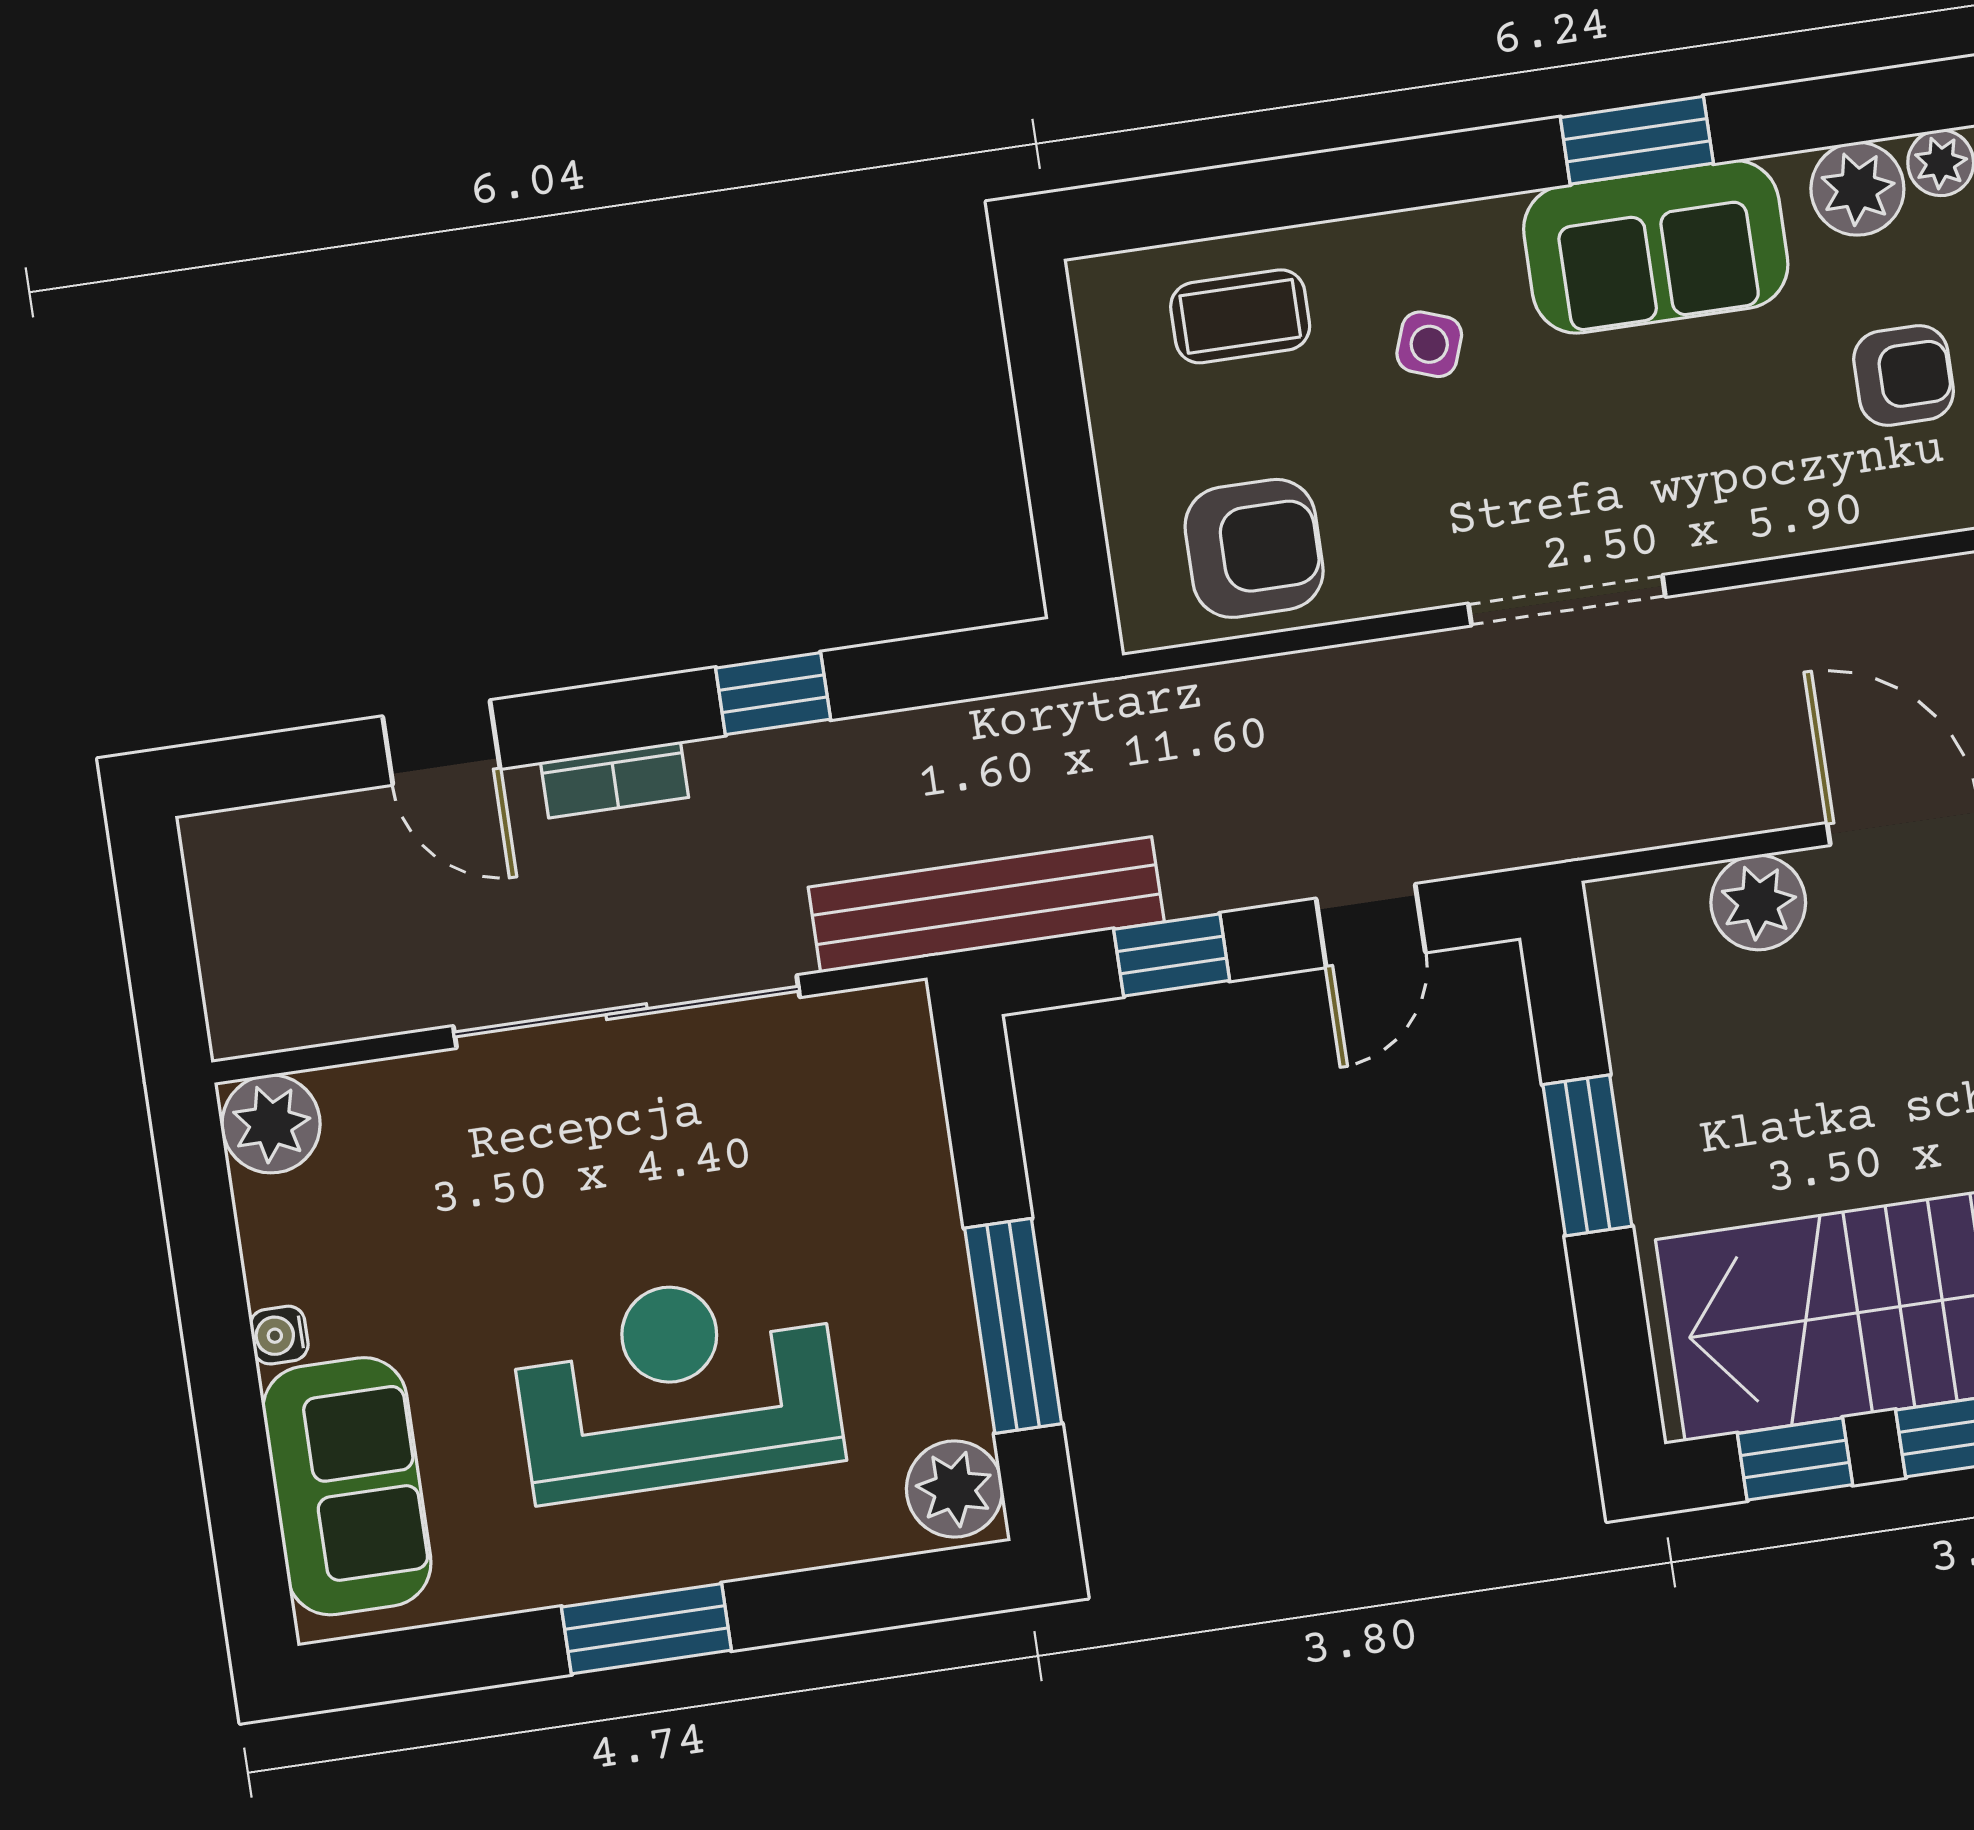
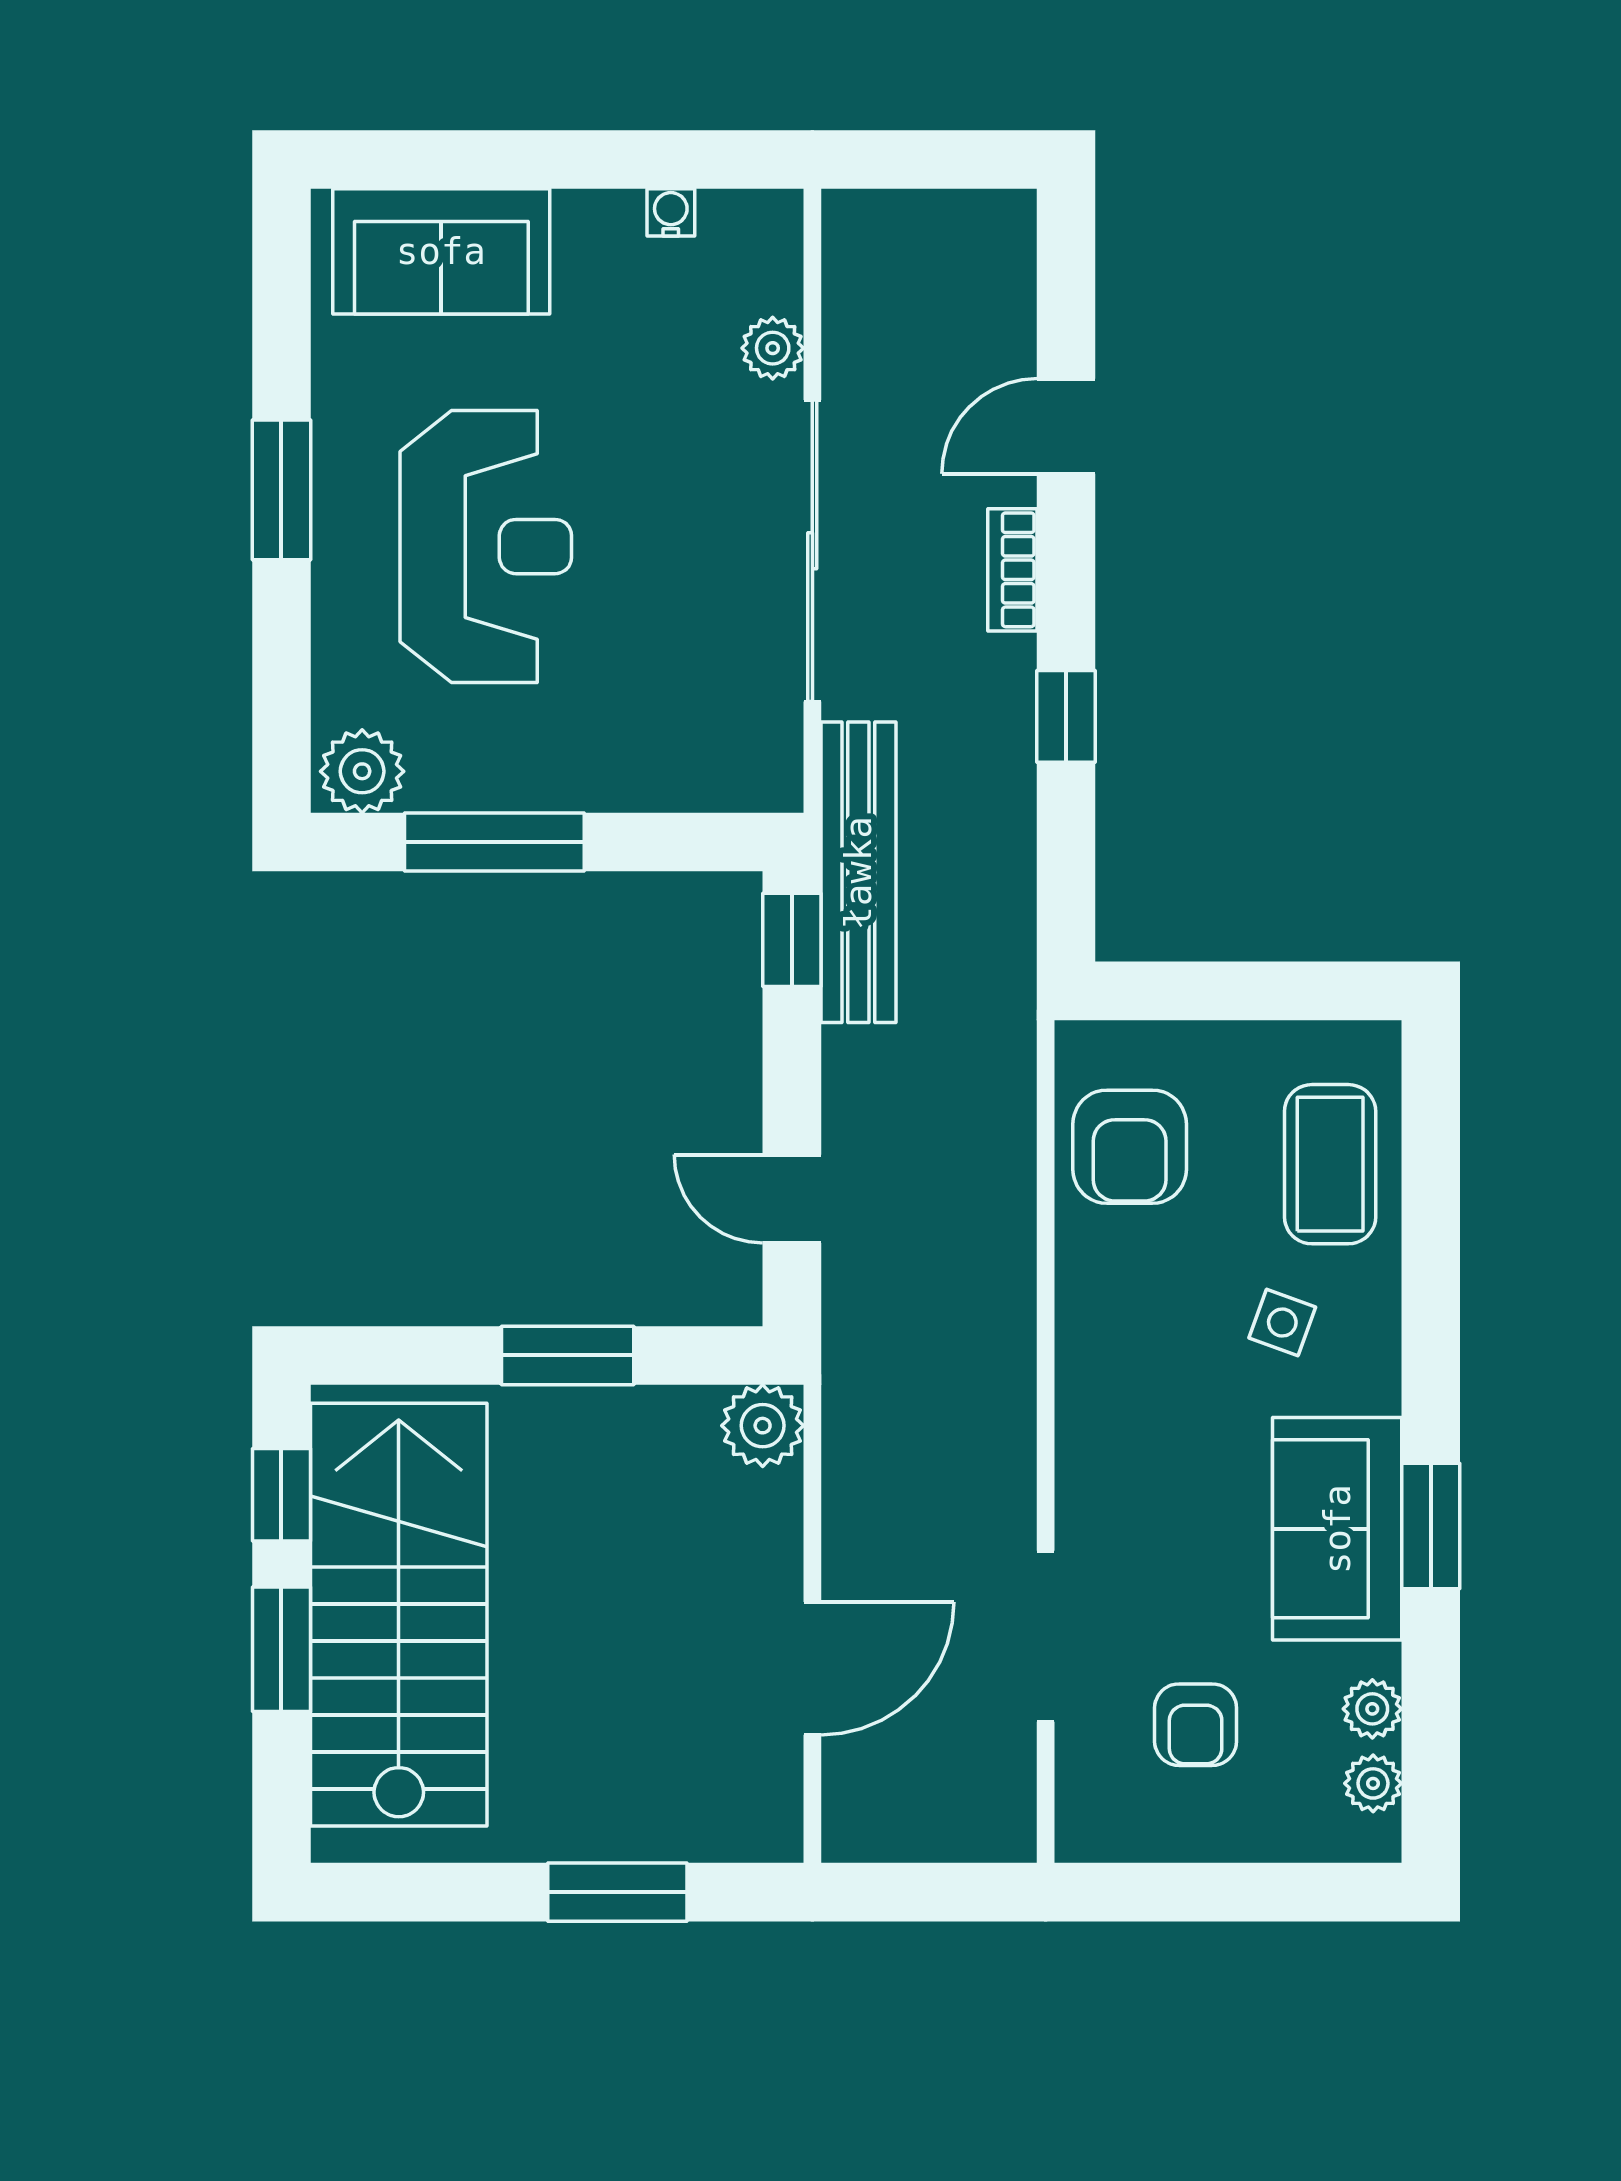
plant: (1857, 189) -> (1372, 1709), width x0.73, depth x0.73
coffee table: (1240, 316) -> (1330, 1164), width x1.36, depth x1.30
doorway: (1567, 600) -> (1046, 1636), moved
plant: (1758, 903) -> (763, 1426), moved
window: (1172, 955) -> (792, 940), moved
plant: (271, 1124) -> (773, 348), moved, width x0.73, depth x0.73
water cooler: (279, 1335) -> (671, 212), moved

